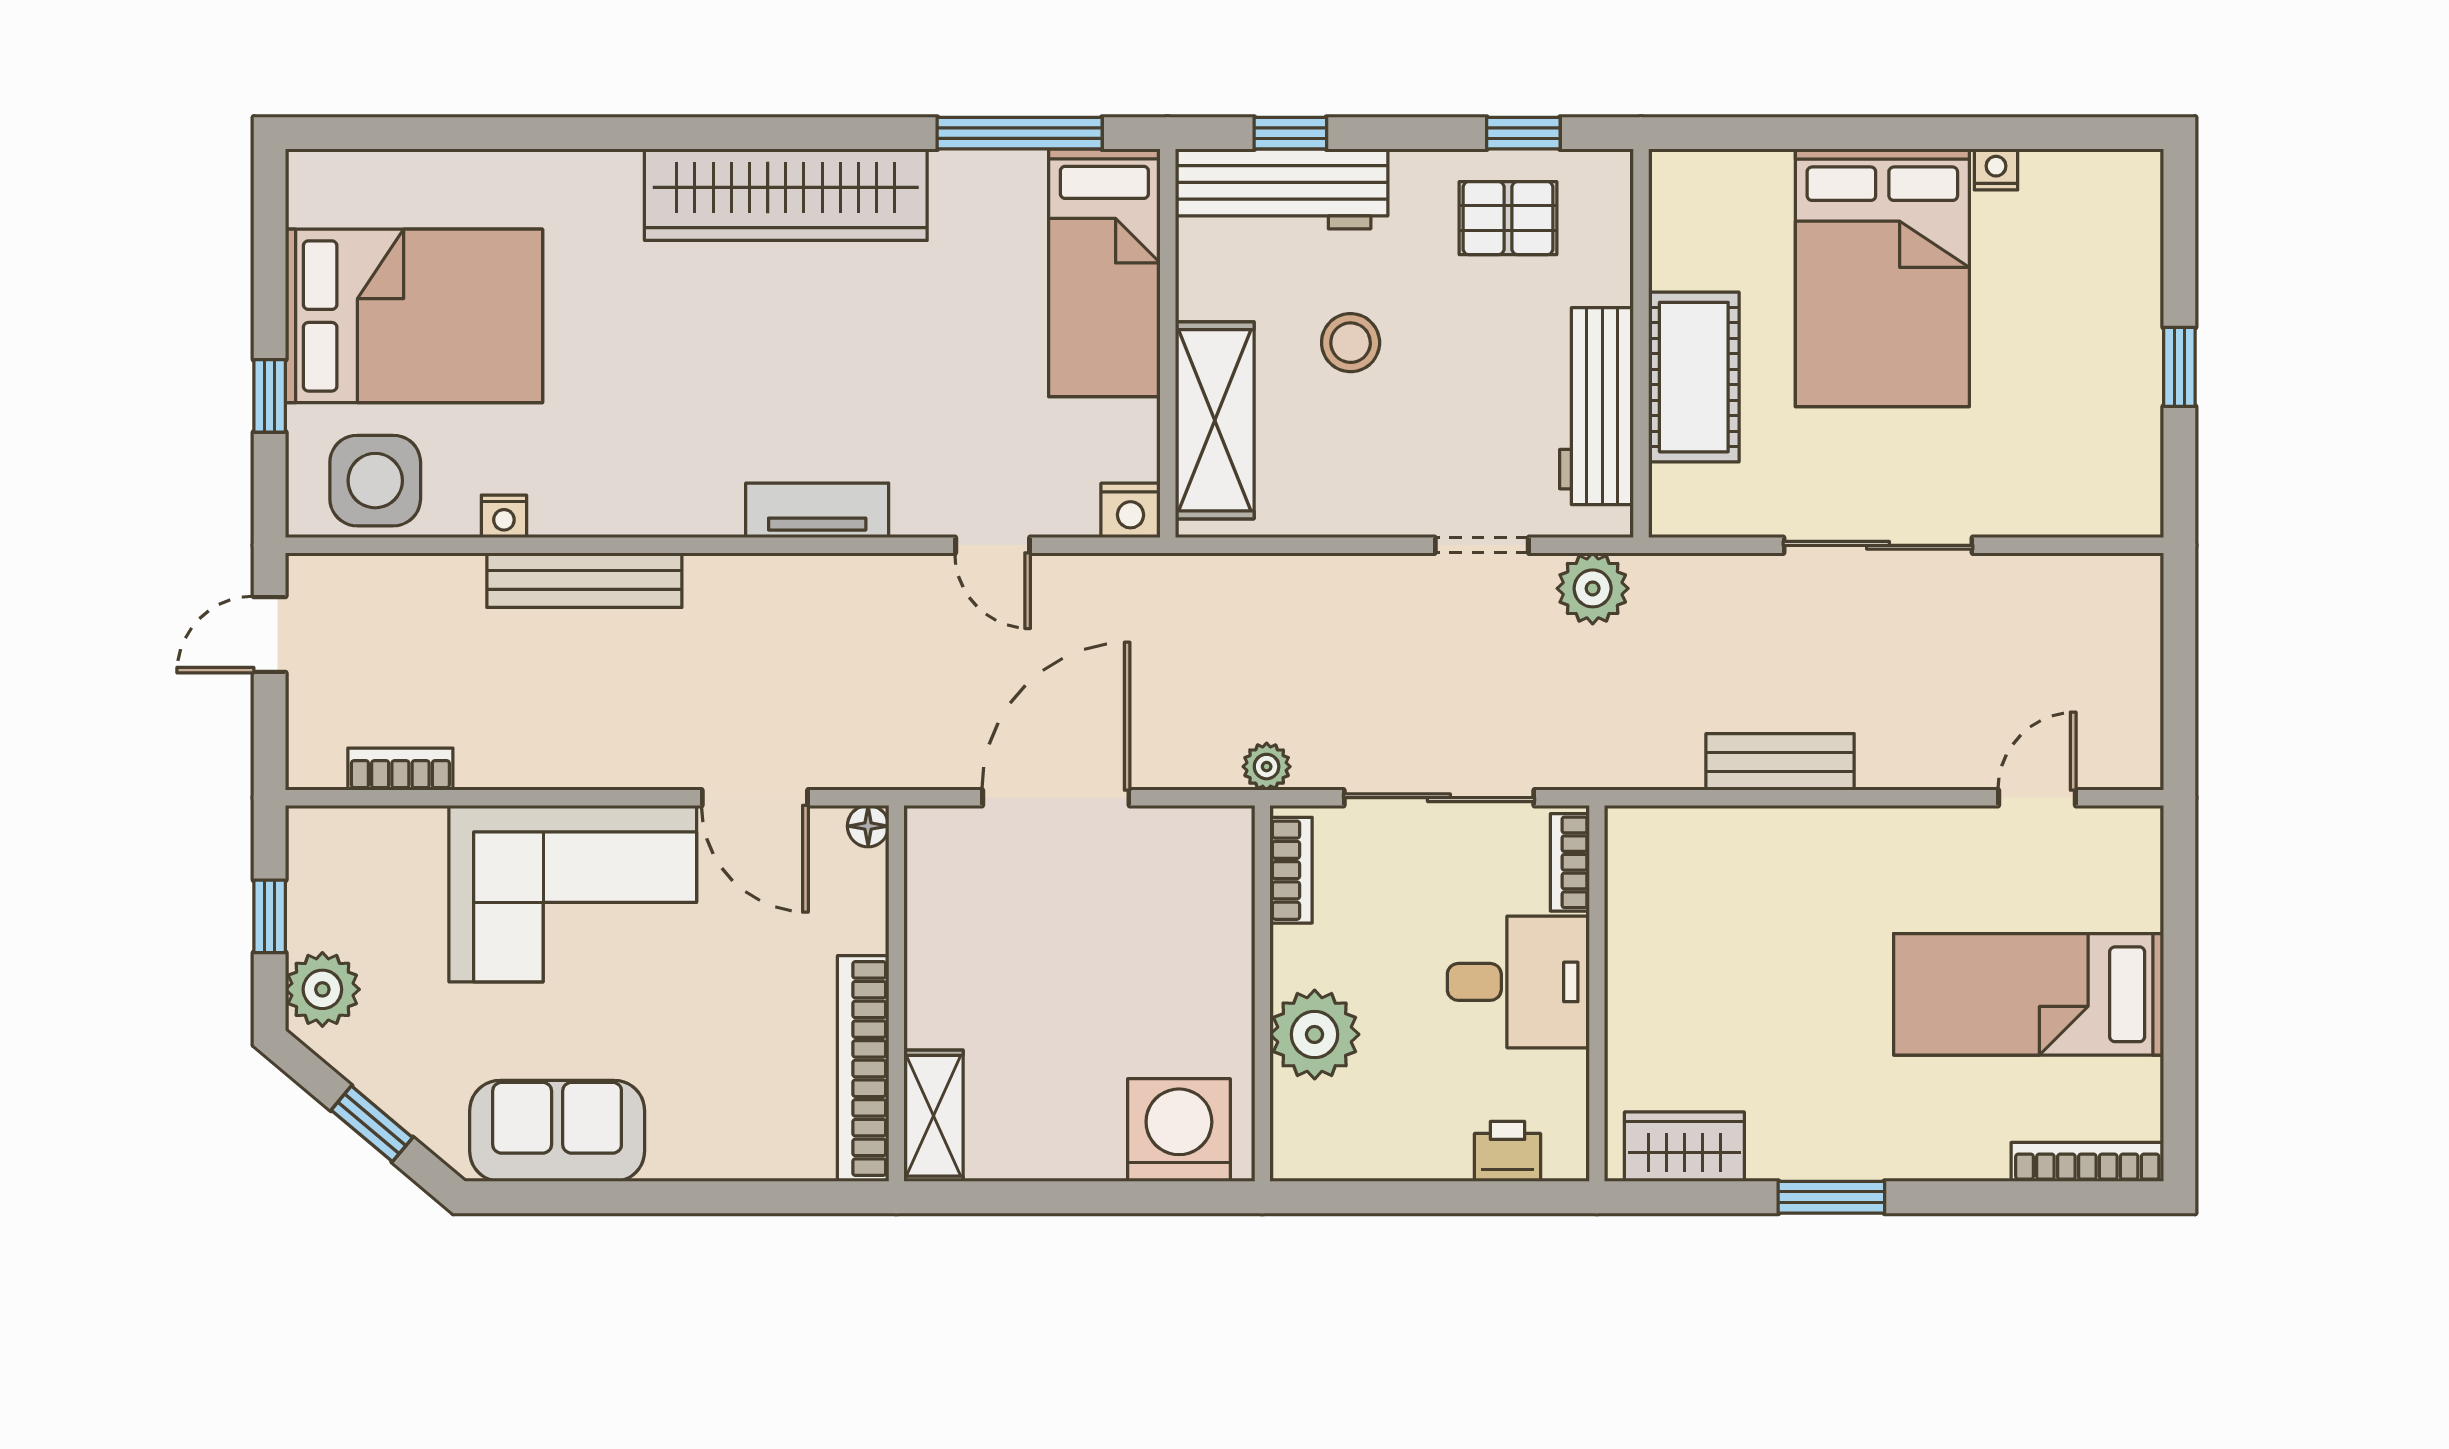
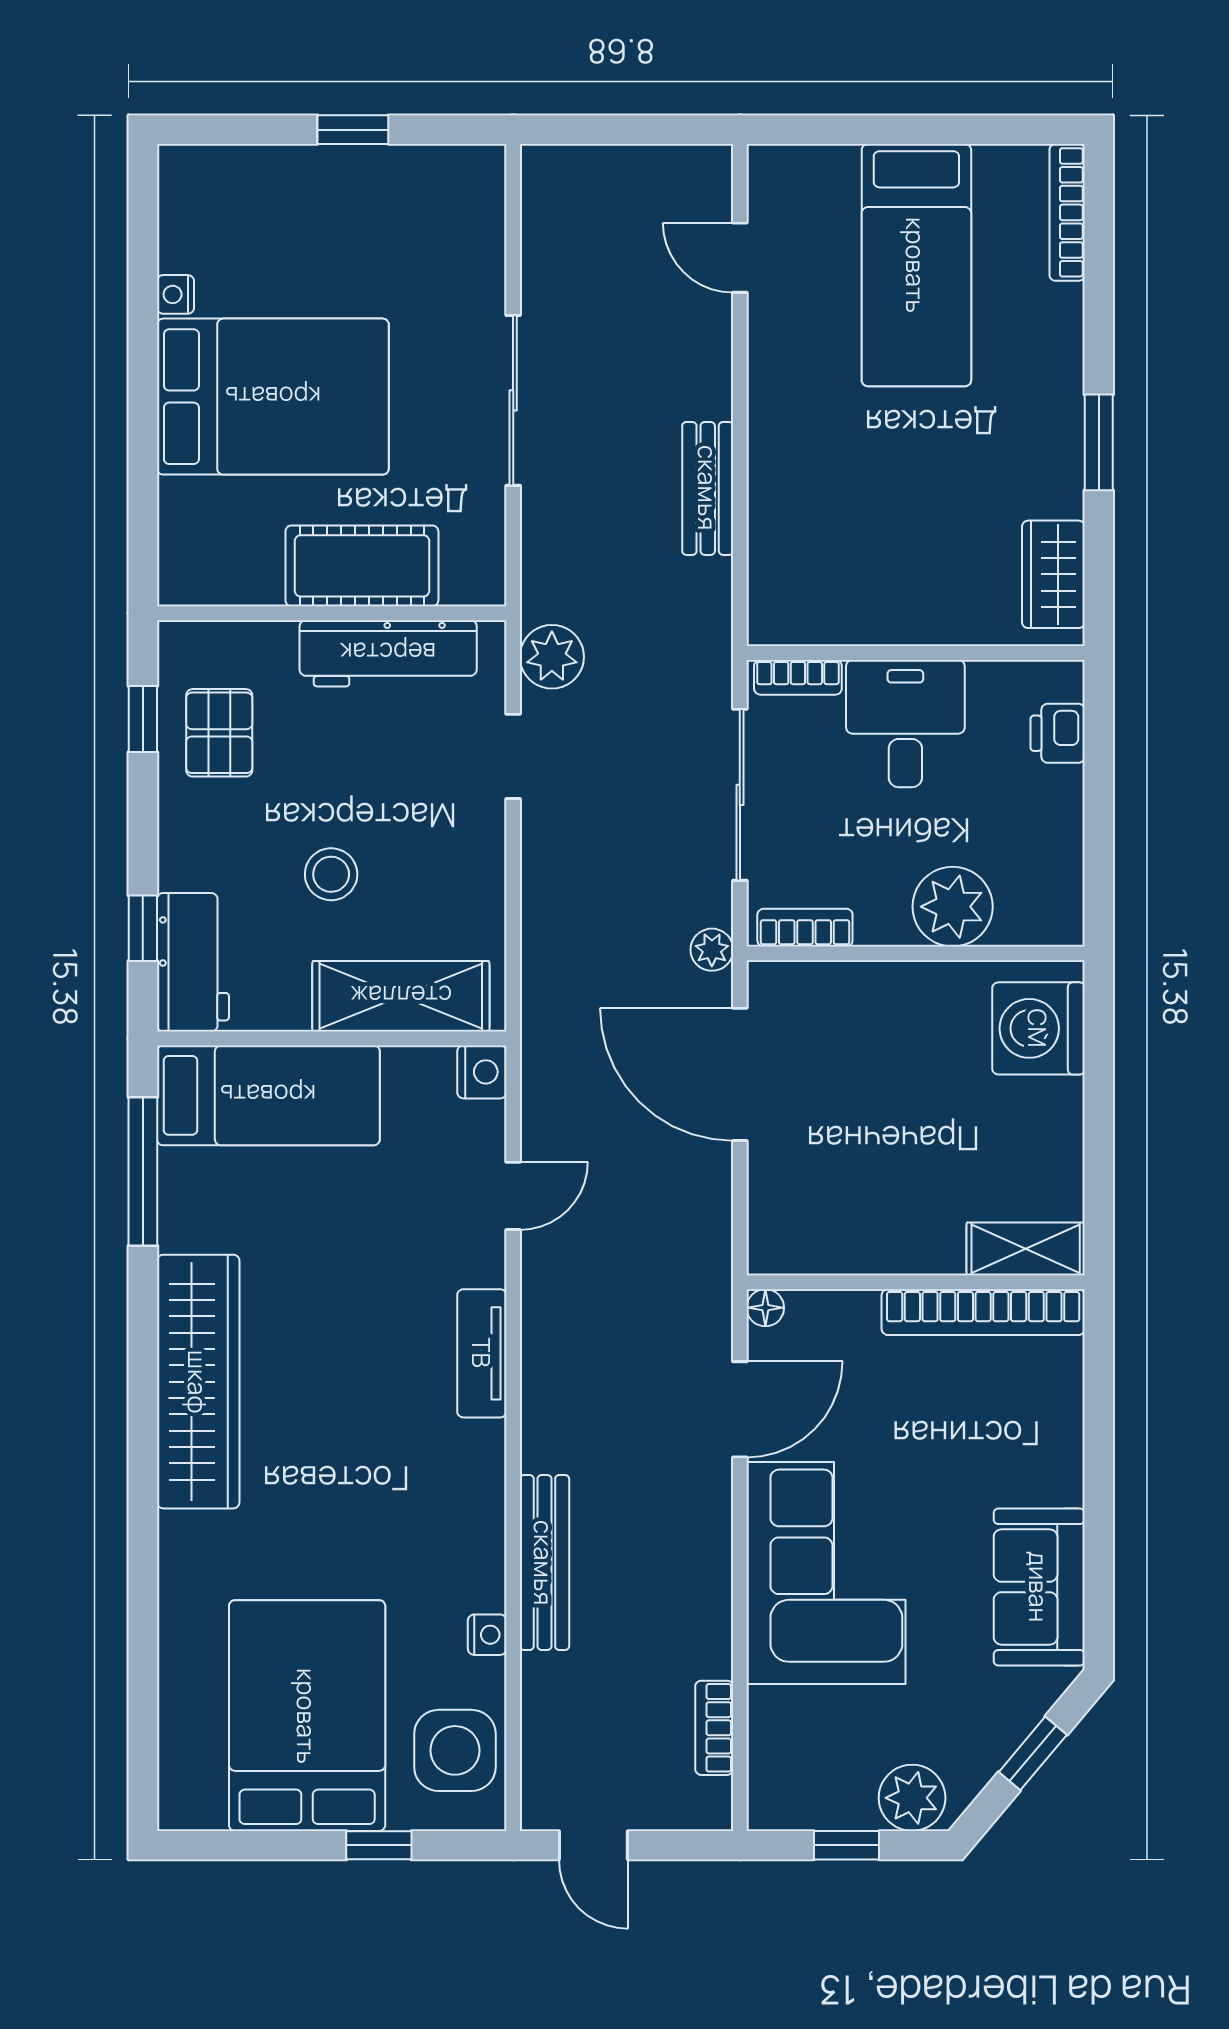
workbench: (1282, 189) -> (193, 962), width x0.73
door: (1056, 798) -> (740, 1074), moved

